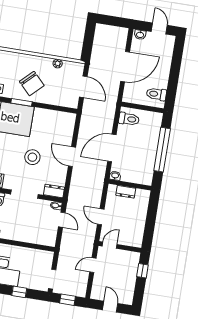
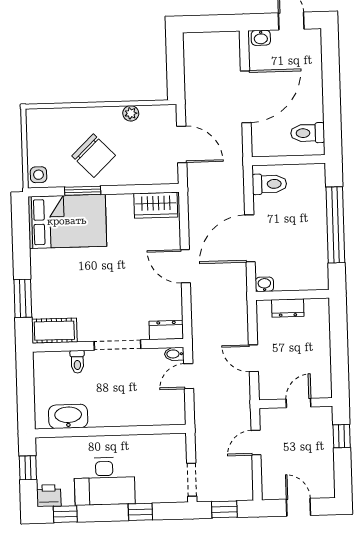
wardrobe: (62, 119) -> (156, 205), added
stool: (32, 157) -> (119, 280), removed
door: (62, 220) -> (189, 376), swing flipped
door: (110, 245) -> (299, 403), moved

